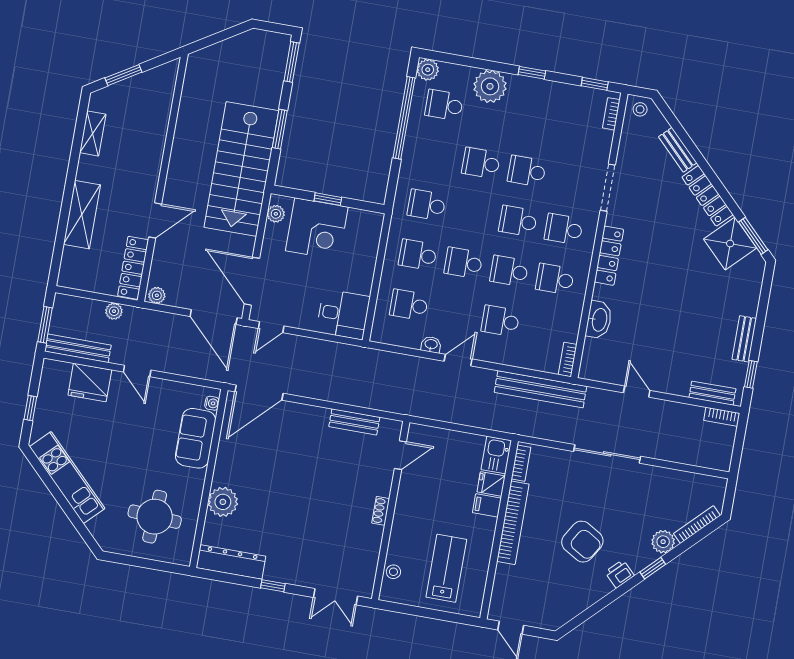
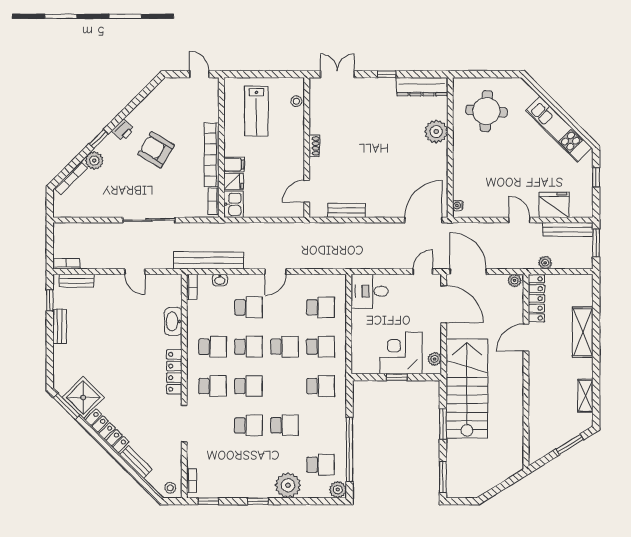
washbasin: (431, 345) -> (220, 280), moved
sofa: (196, 438) -> (466, 176), removed

